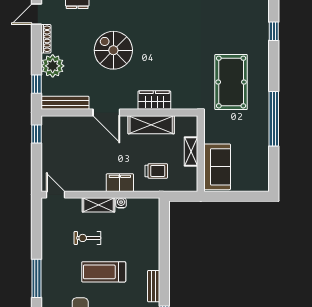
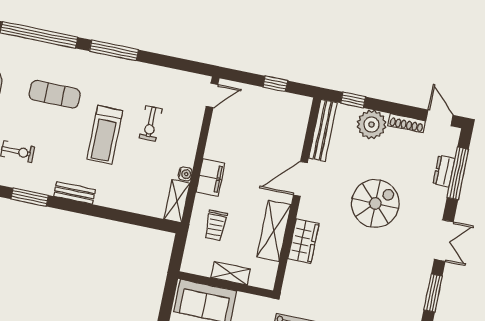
window: (36, 134) -> (275, 84), moved
shelving: (99, 205) -> (177, 201), moved
exercise bike: (87, 238) -> (151, 123), turned 180
treadmill: (104, 272) -> (105, 135), turned 180

